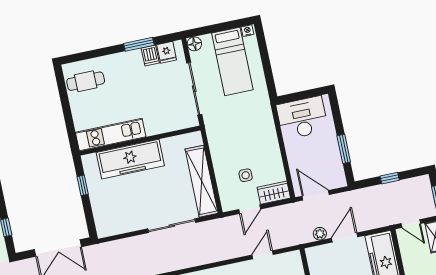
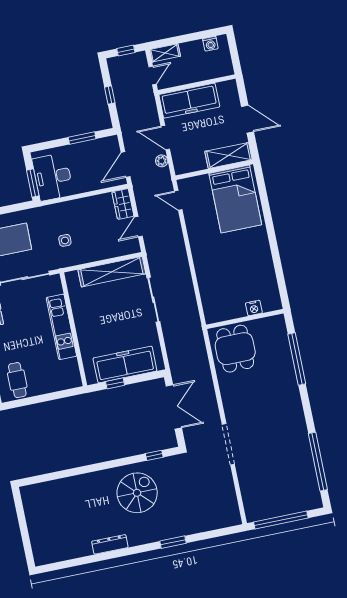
window: (296, 97) -> (33, 183), added
kitchen unit: (111, 135) -> (61, 327), moved
freezer: (130, 159) -> (125, 364), moved, turned -90
side table: (246, 175) -> (65, 240), moved
door: (250, 209) -> (138, 227), swing flipped
door: (263, 255) -> (178, 200), moved

